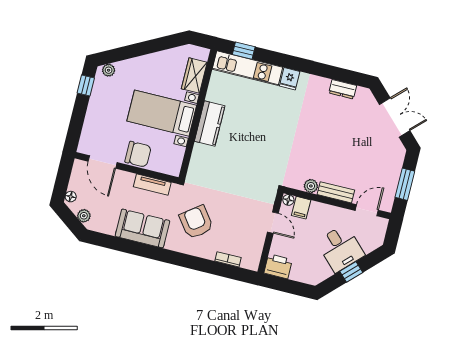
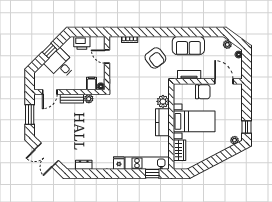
chair: (138, 154) -> (203, 92), turned 180
plant: (201, 154) -> (163, 101), added
door: (273, 223) -> (107, 57), moved
printer: (278, 266) -> (82, 43), moved

